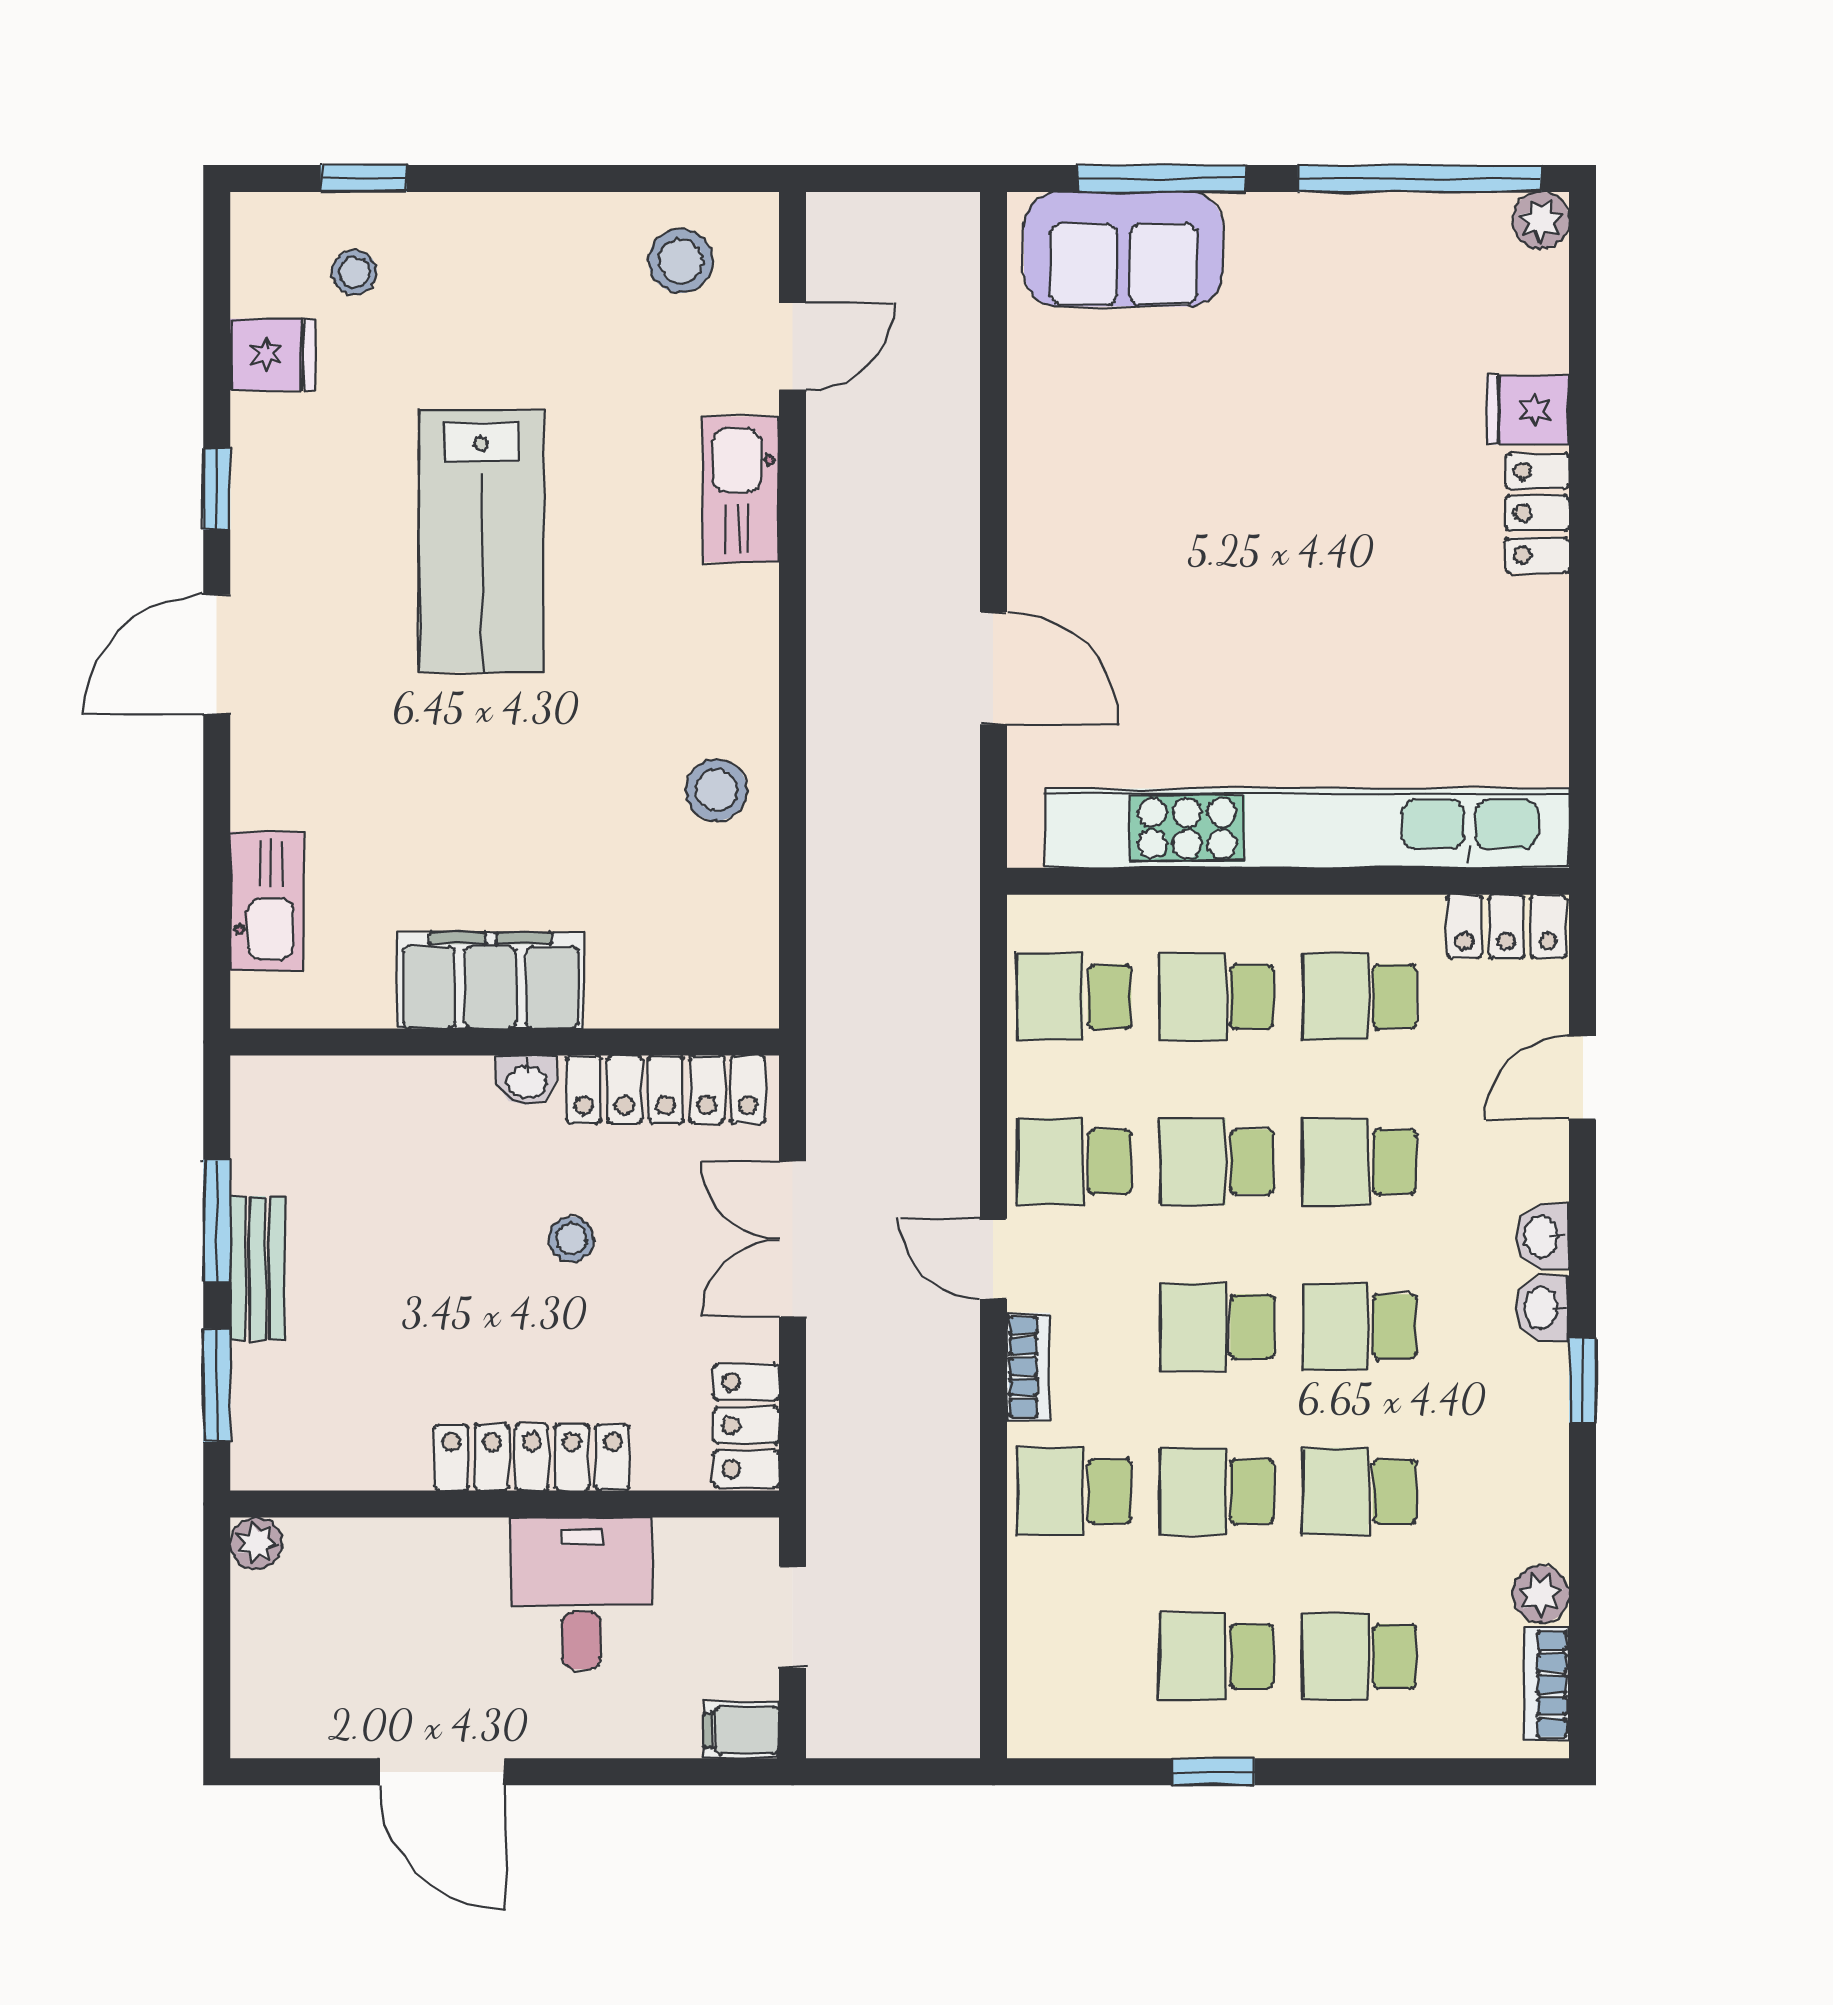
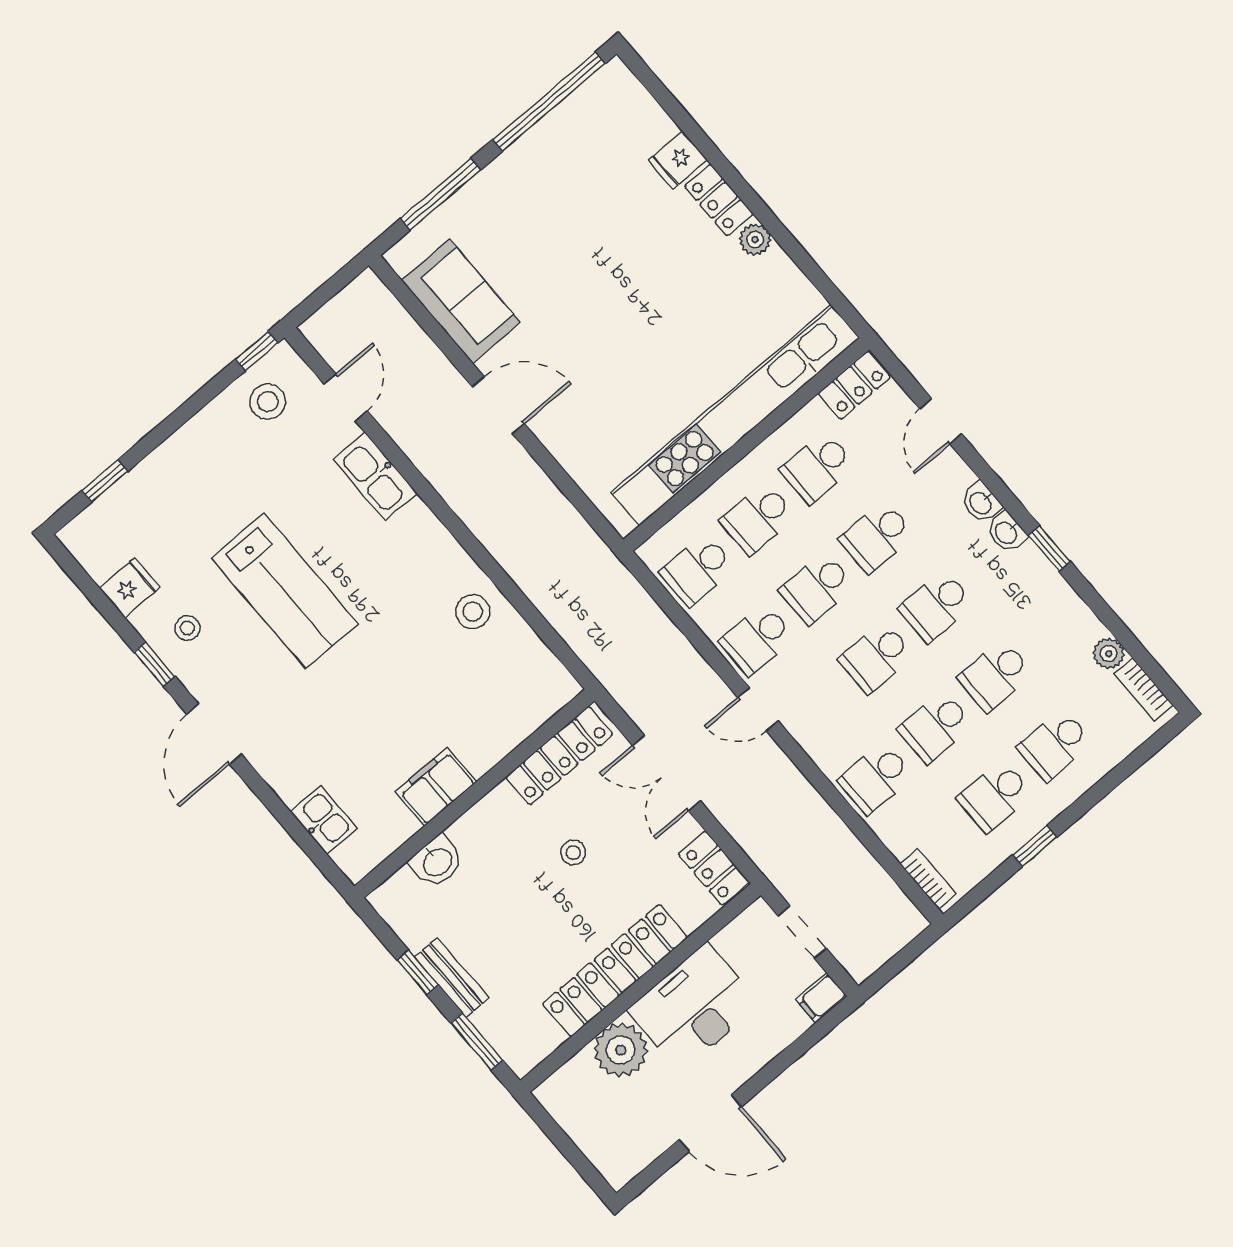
window: (725, 178) -> (257, 351), added
plant: (1541, 220) -> (755, 240), moved
sofa: (1123, 249) -> (461, 301), moved, turned -90
stool: (355, 272) -> (187, 628), moved
door: (993, 668) -> (498, 405), moved
kitchen sink: (267, 901) -> (324, 820), width x0.73
filing cabinet: (491, 981) -> (436, 787), width x0.67, depth x0.86
washbasin: (527, 1080) -> (437, 861), moved, width x1.38, depth x1.45
window: (217, 1221) -> (418, 972), width x0.67
bookcase: (1028, 1367) -> (928, 879), moved
locker: (532, 1457) -> (615, 971), width x1.41, depth x1.21
plant: (256, 1543) -> (621, 1050), moved, width x1.88, depth x1.88
desk: (582, 1593) -> (694, 1007), width x1.37

